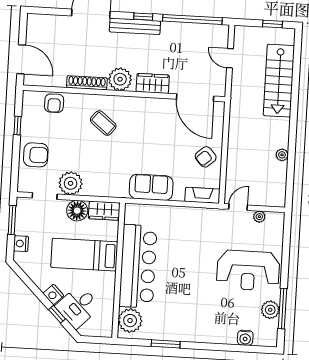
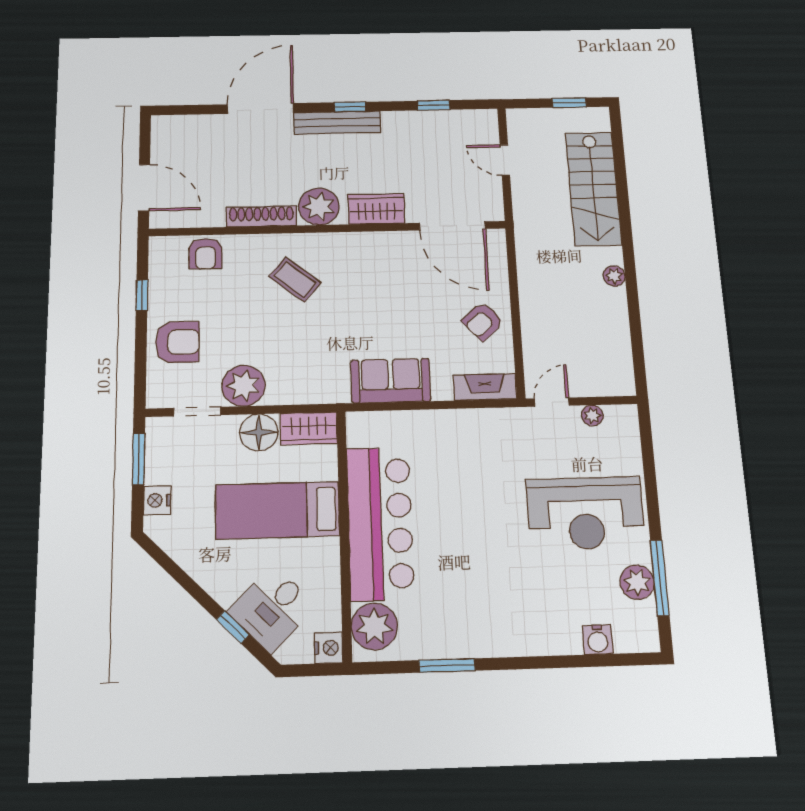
window: (192, 19) -> (434, 105), width x0.32
plant: (282, 155) -> (614, 276), moved
nightstand: (53, 294) -> (329, 648), moved, turned -135

